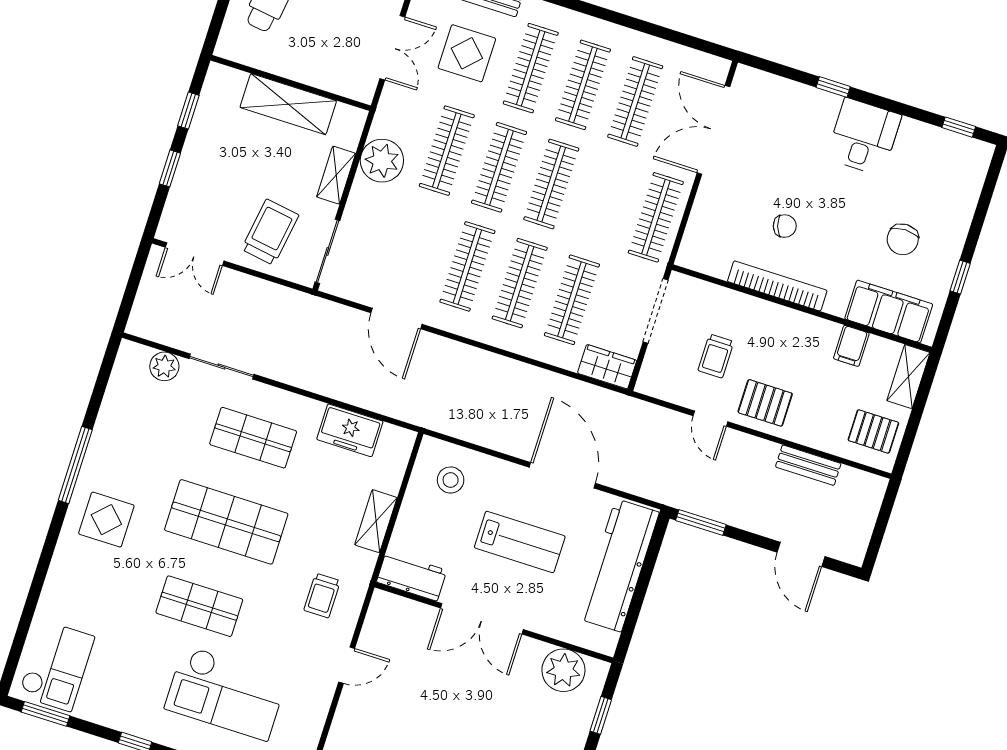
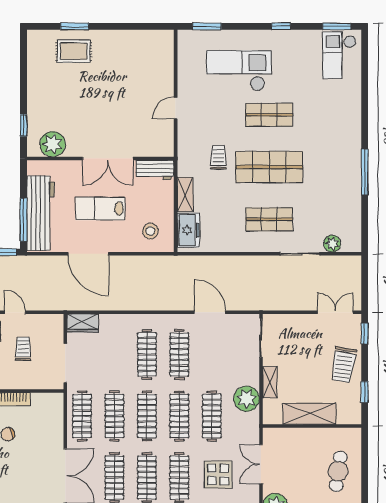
window: (170, 168) -> (365, 334), moved
trolley: (270, 232) -> (344, 365), moved
clothes rail: (572, 300) -> (114, 416), moved
freezer: (350, 430) -> (189, 230), moved, turned 90
display table: (106, 520) -> (337, 147), removed
window: (649, 564) -> (23, 220), added
trolley: (322, 596) -> (218, 157), moved
double door: (482, 619) -> (108, 158), swing flipped

